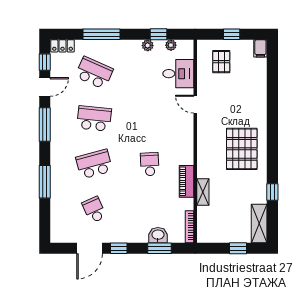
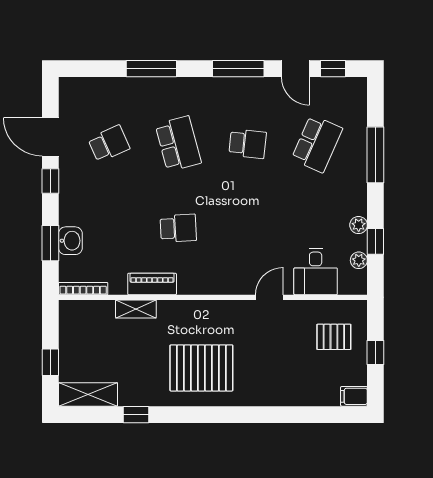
locker: (63, 46) -> (358, 96), removed
school desk: (94, 118) -> (248, 144), width x0.54

